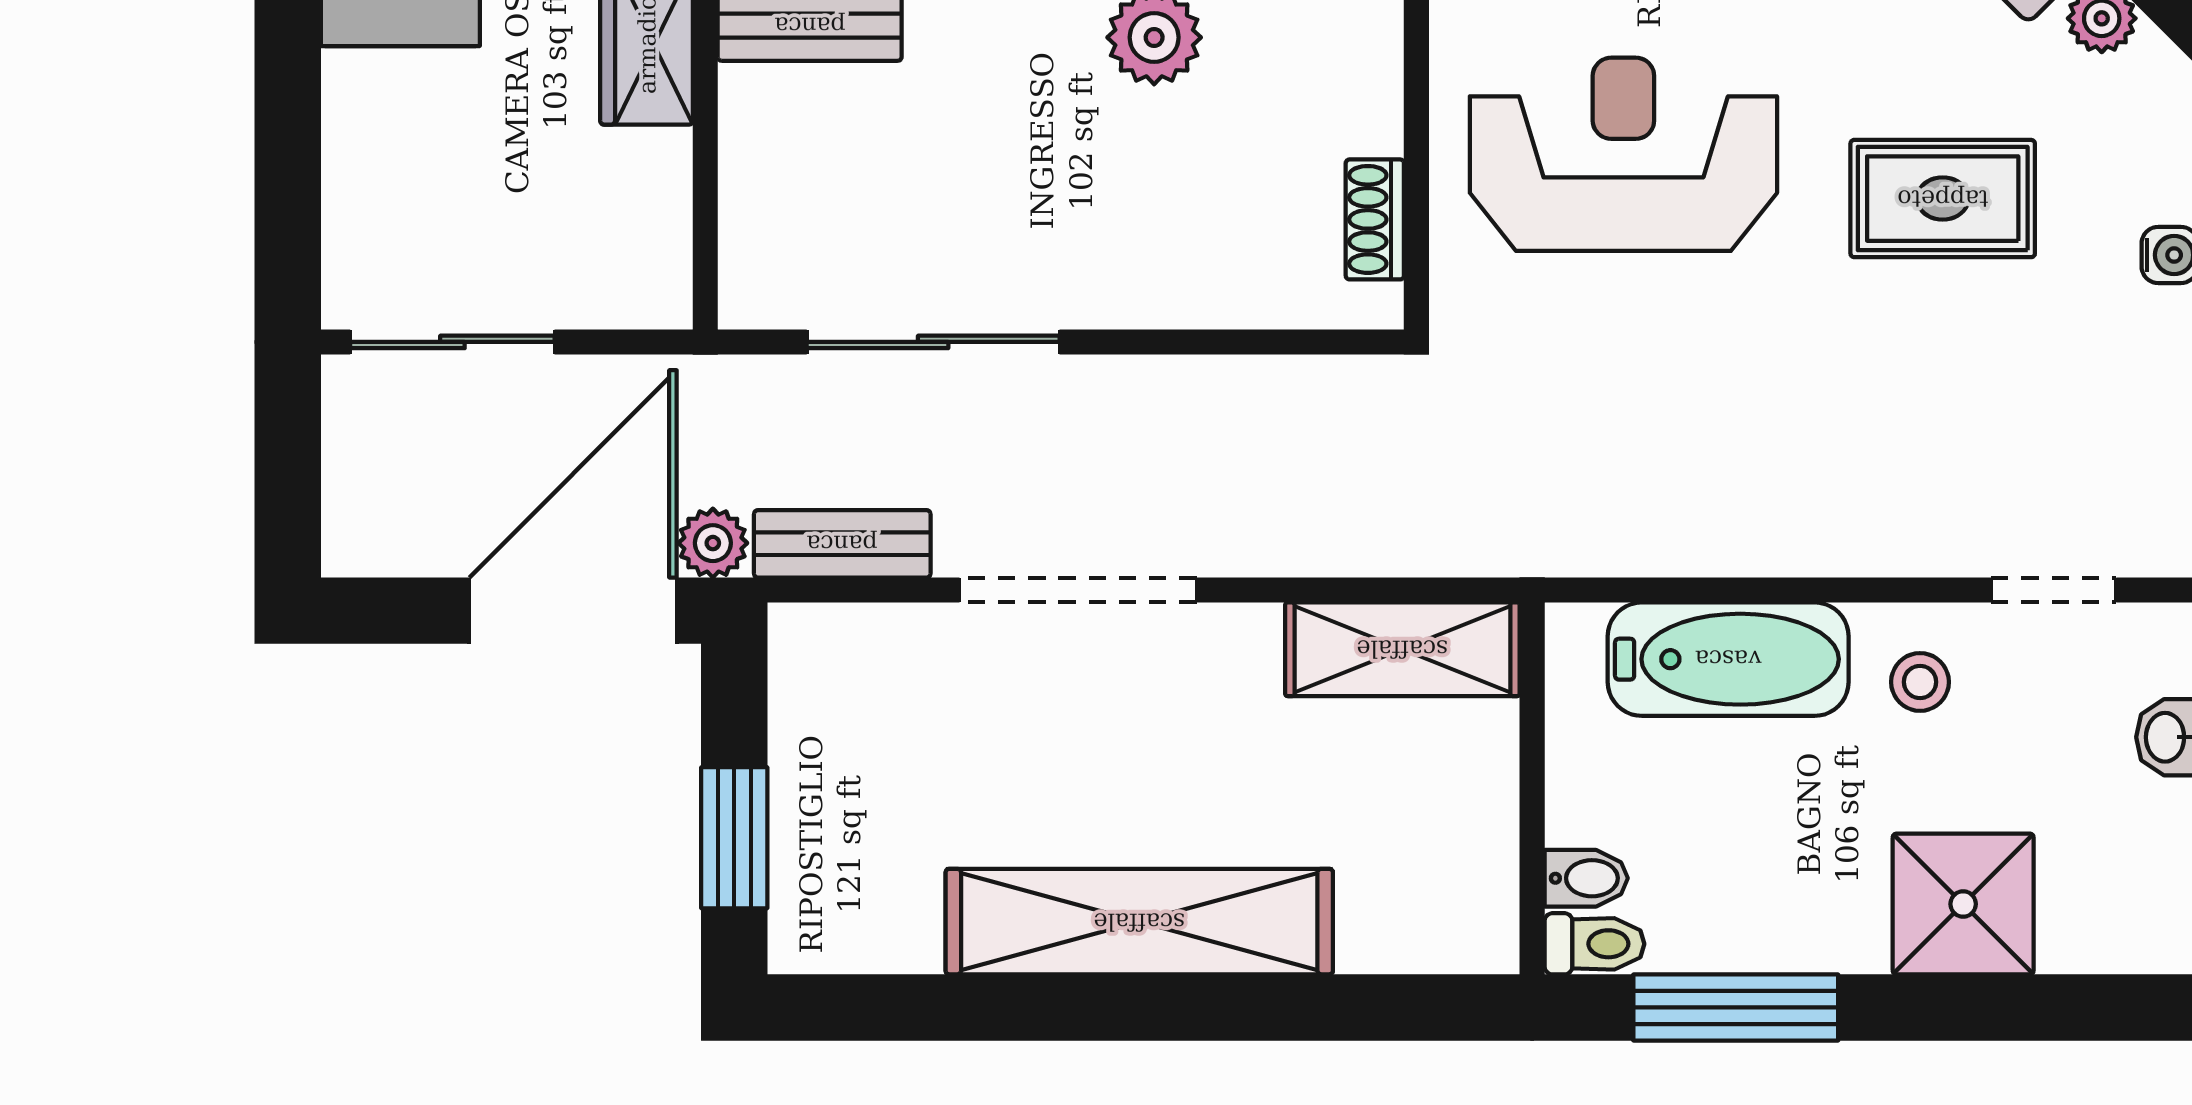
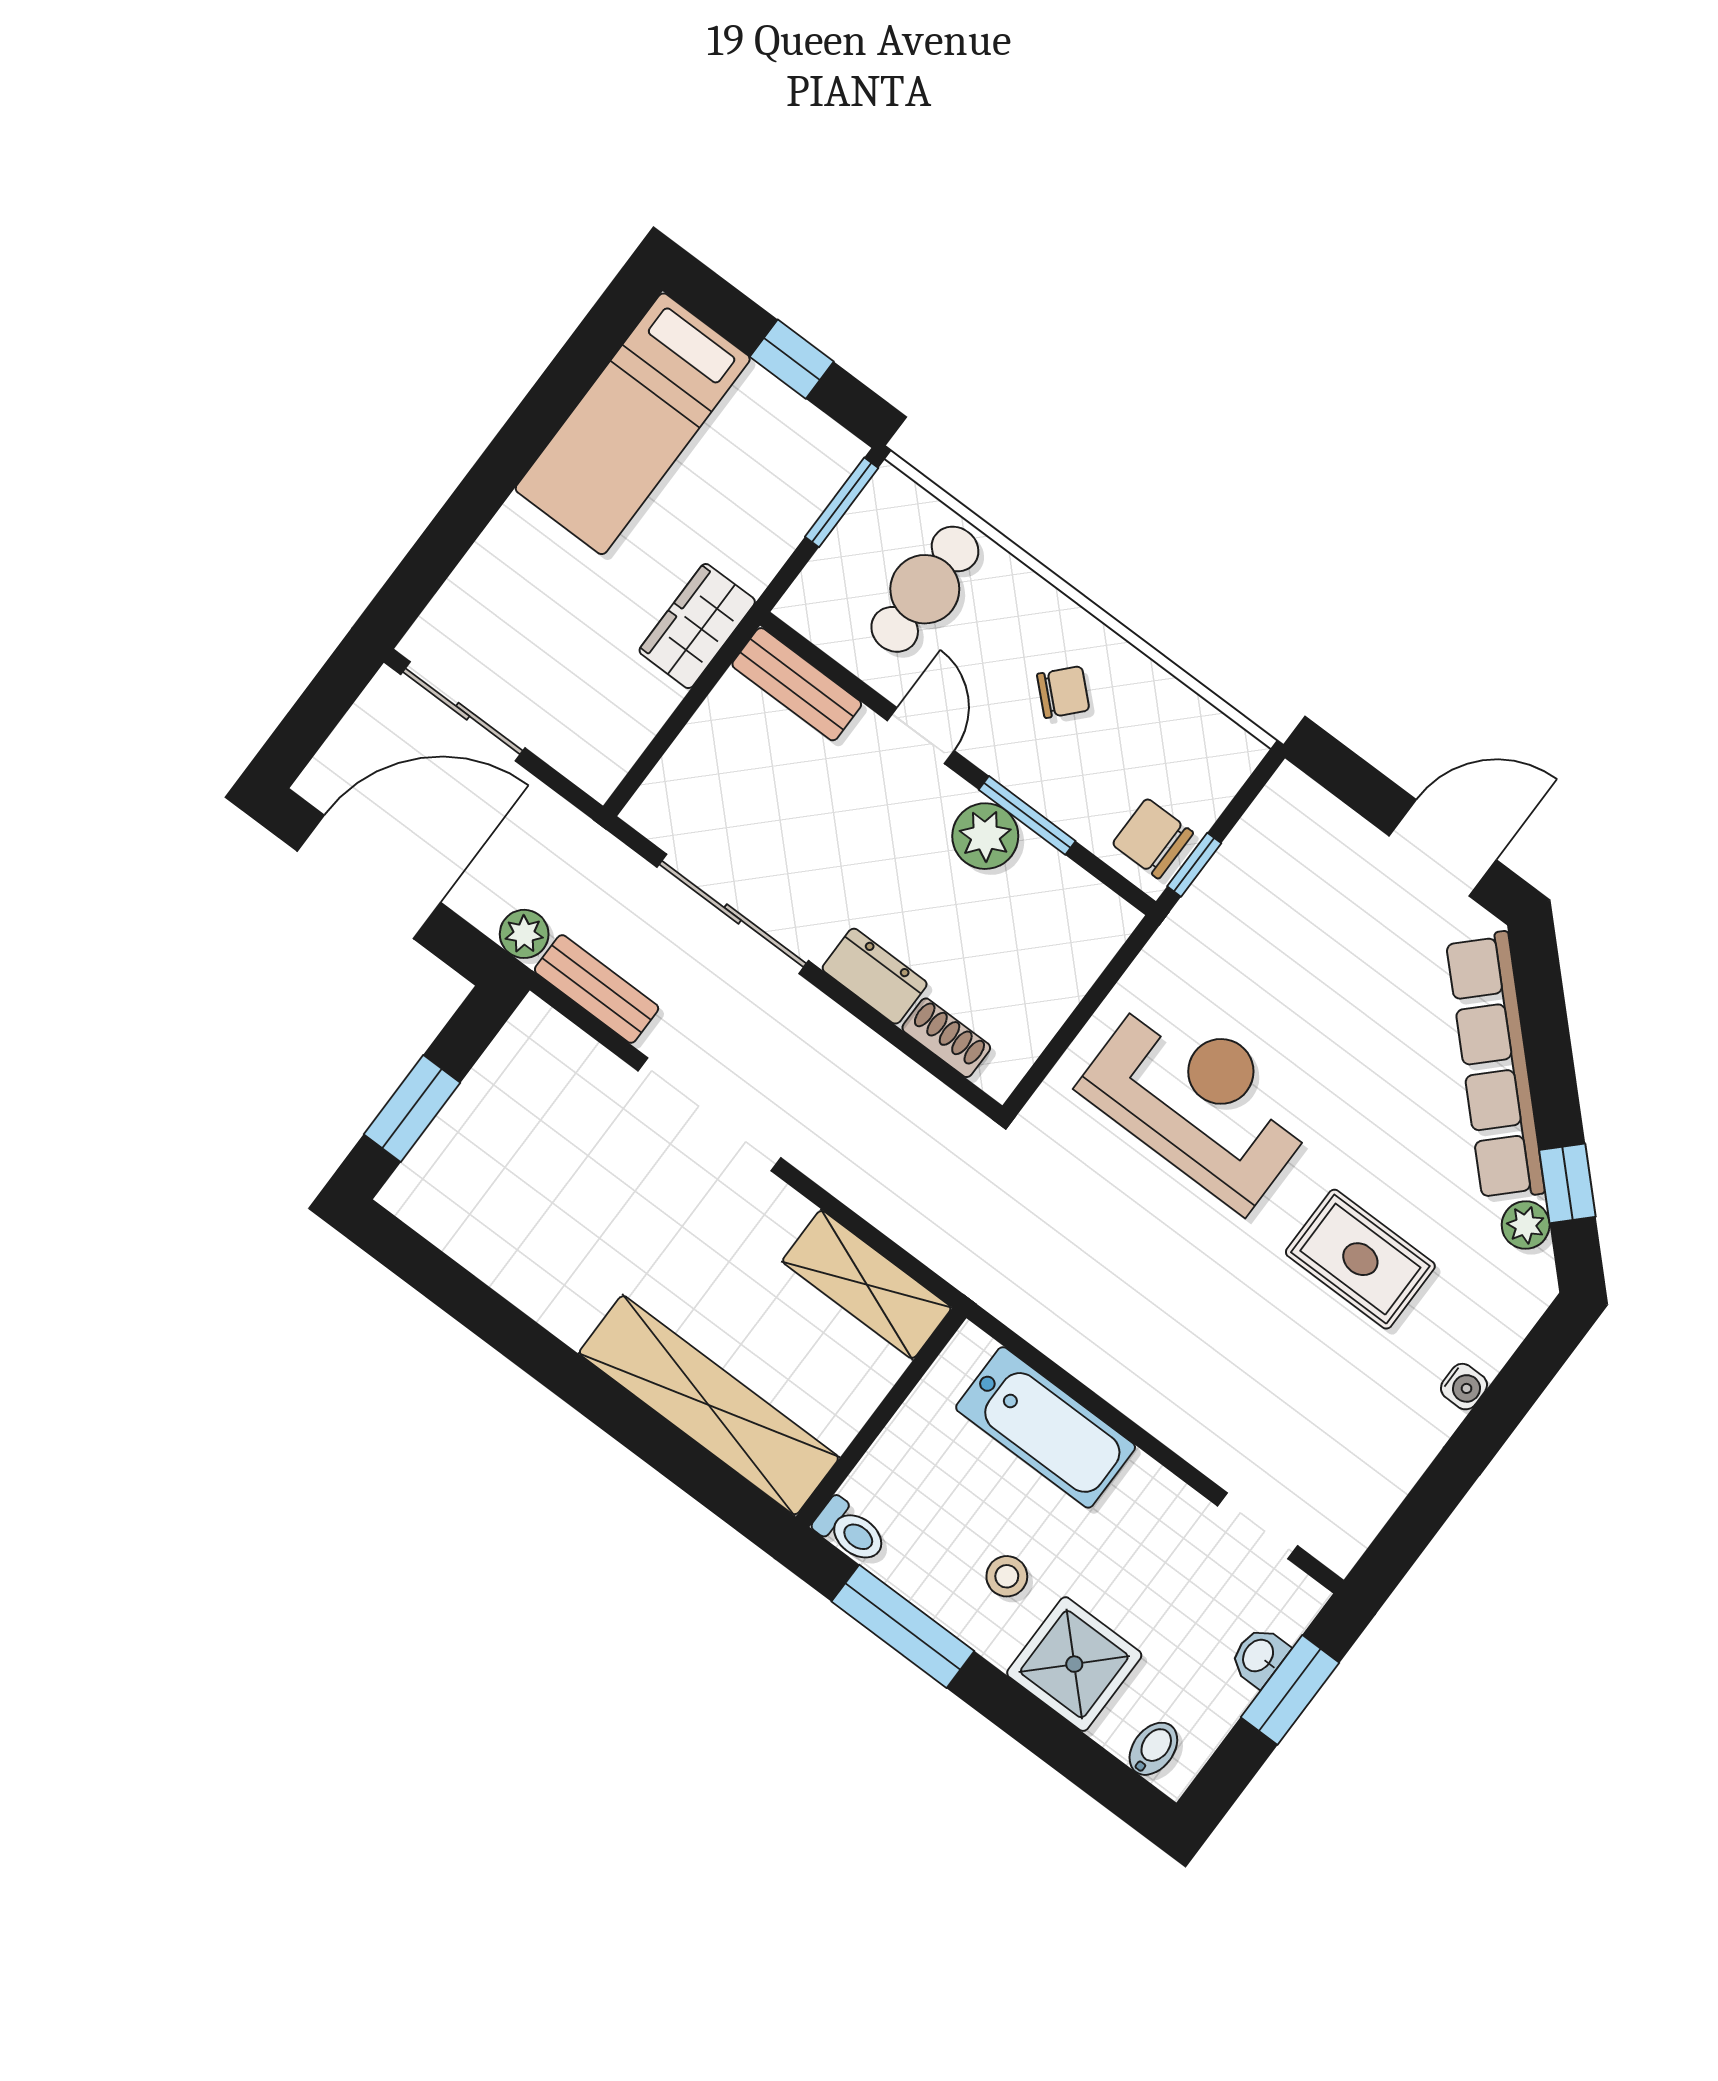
shoe rack: (1375, 219) -> (946, 1038), moved, turned 90
dresser: (1148, 292) -> (875, 976), added
door: (573, 611) -> (369, 877), moved
stool: (1920, 682) -> (1007, 1576), moved
bidet: (1586, 878) -> (1153, 1749), moved, turned -90
shelving: (1139, 922) -> (709, 1405), moved

